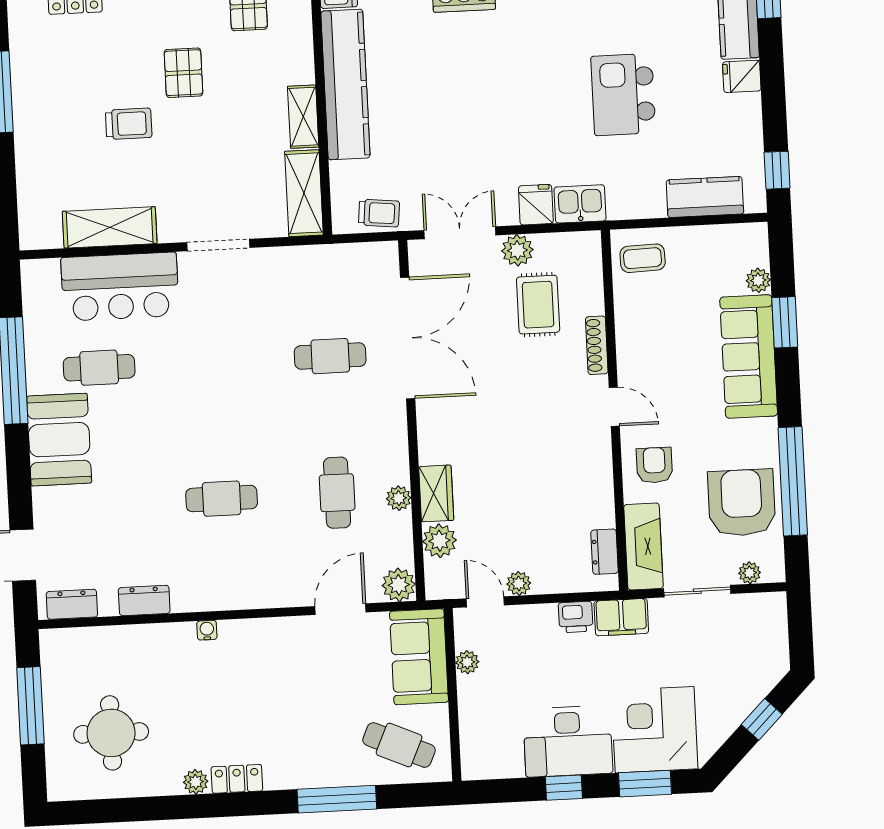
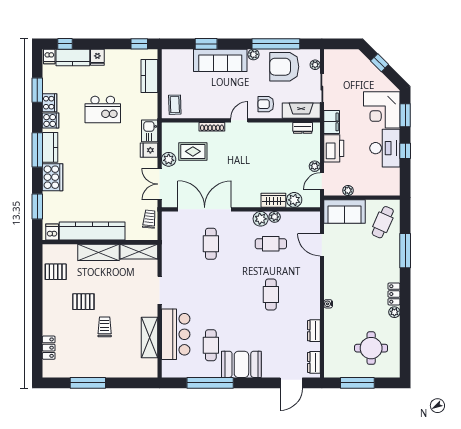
shelving: (303, 117) -> (98, 252), width x1.50, depth x1.33
plant: (758, 280) -> (253, 54), moved
plant: (399, 585) -> (261, 219), moved
printer: (576, 617) -> (334, 148), width x1.87, depth x1.48

